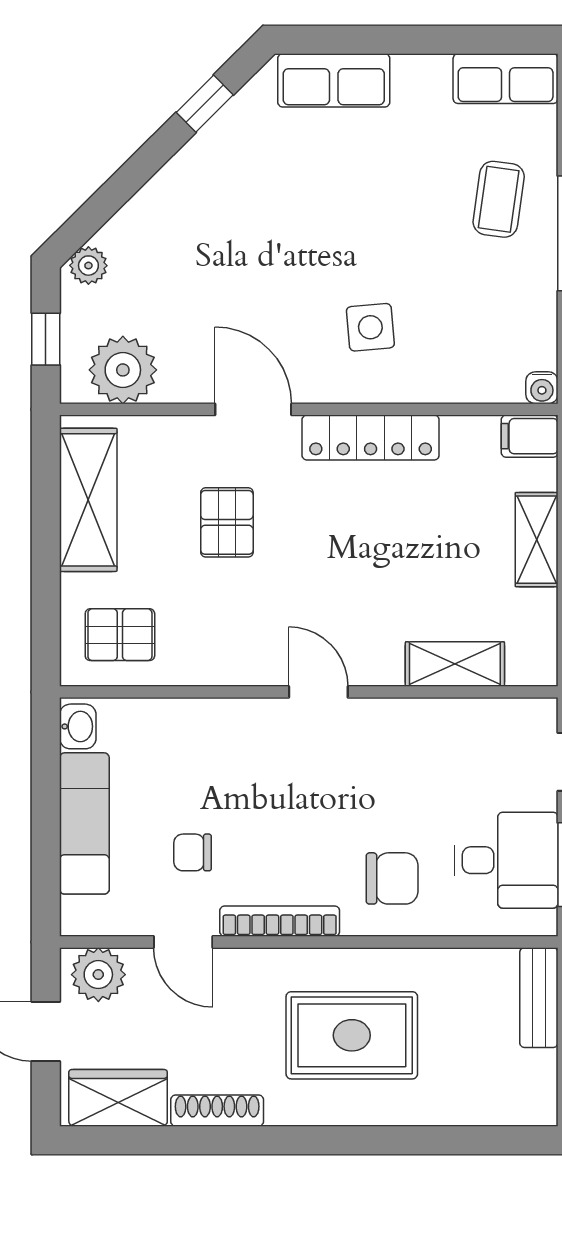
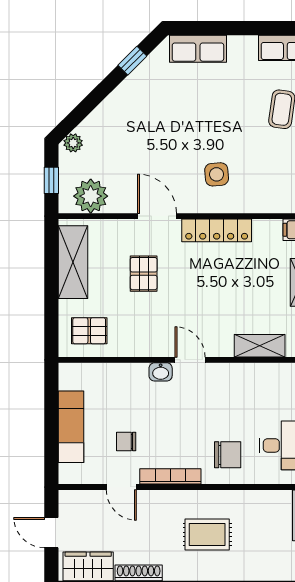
washbasin: (78, 726) -> (161, 372), moved, turned 90
plant: (98, 975) -> (78, 504), removed
rug: (352, 1035) -> (207, 535), width x0.73, depth x0.70

